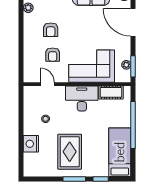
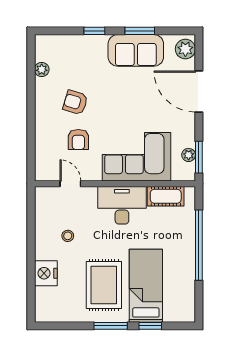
armchair: (51, 30) -> (75, 102), turned 107
bed: (120, 152) -> (146, 286), moved

